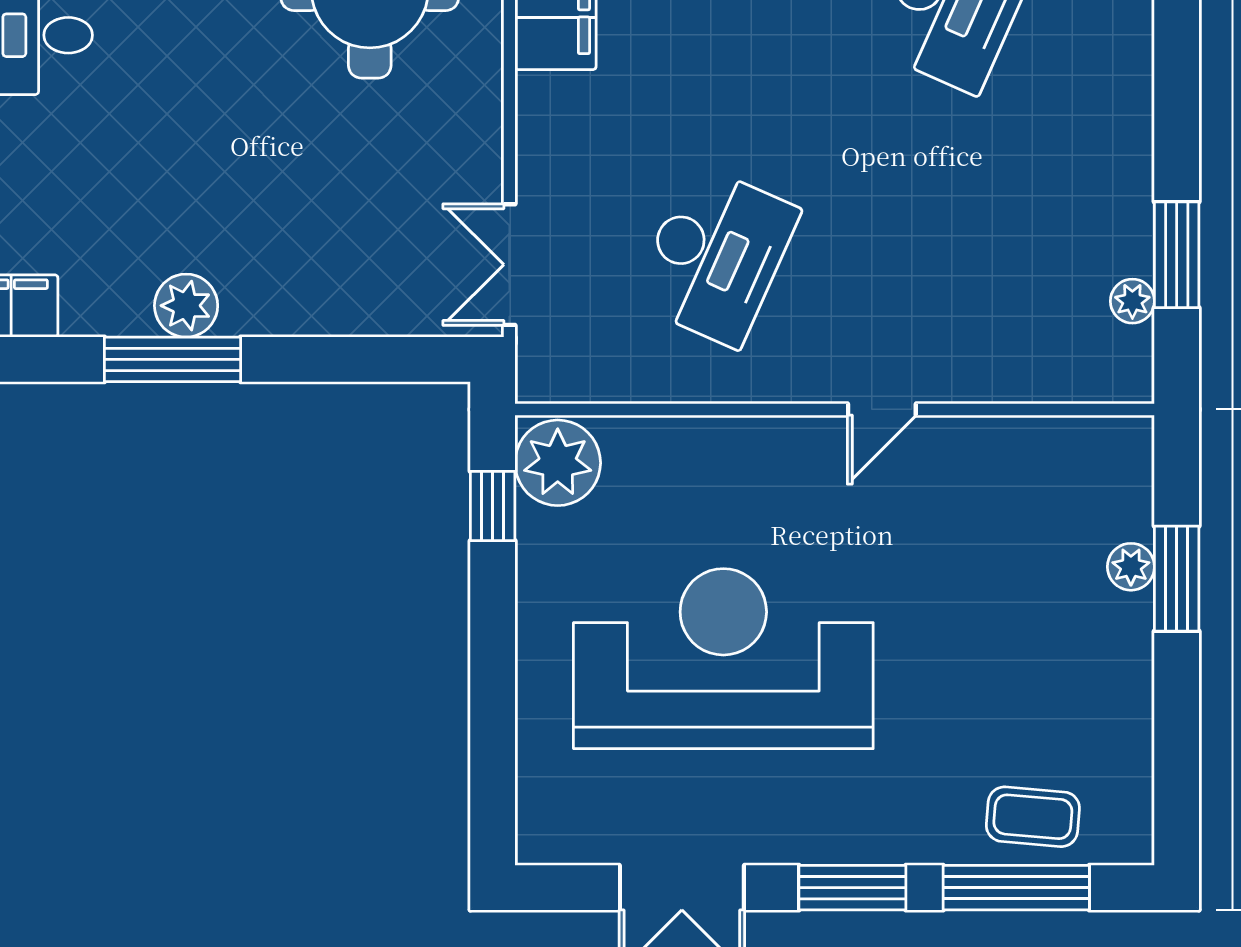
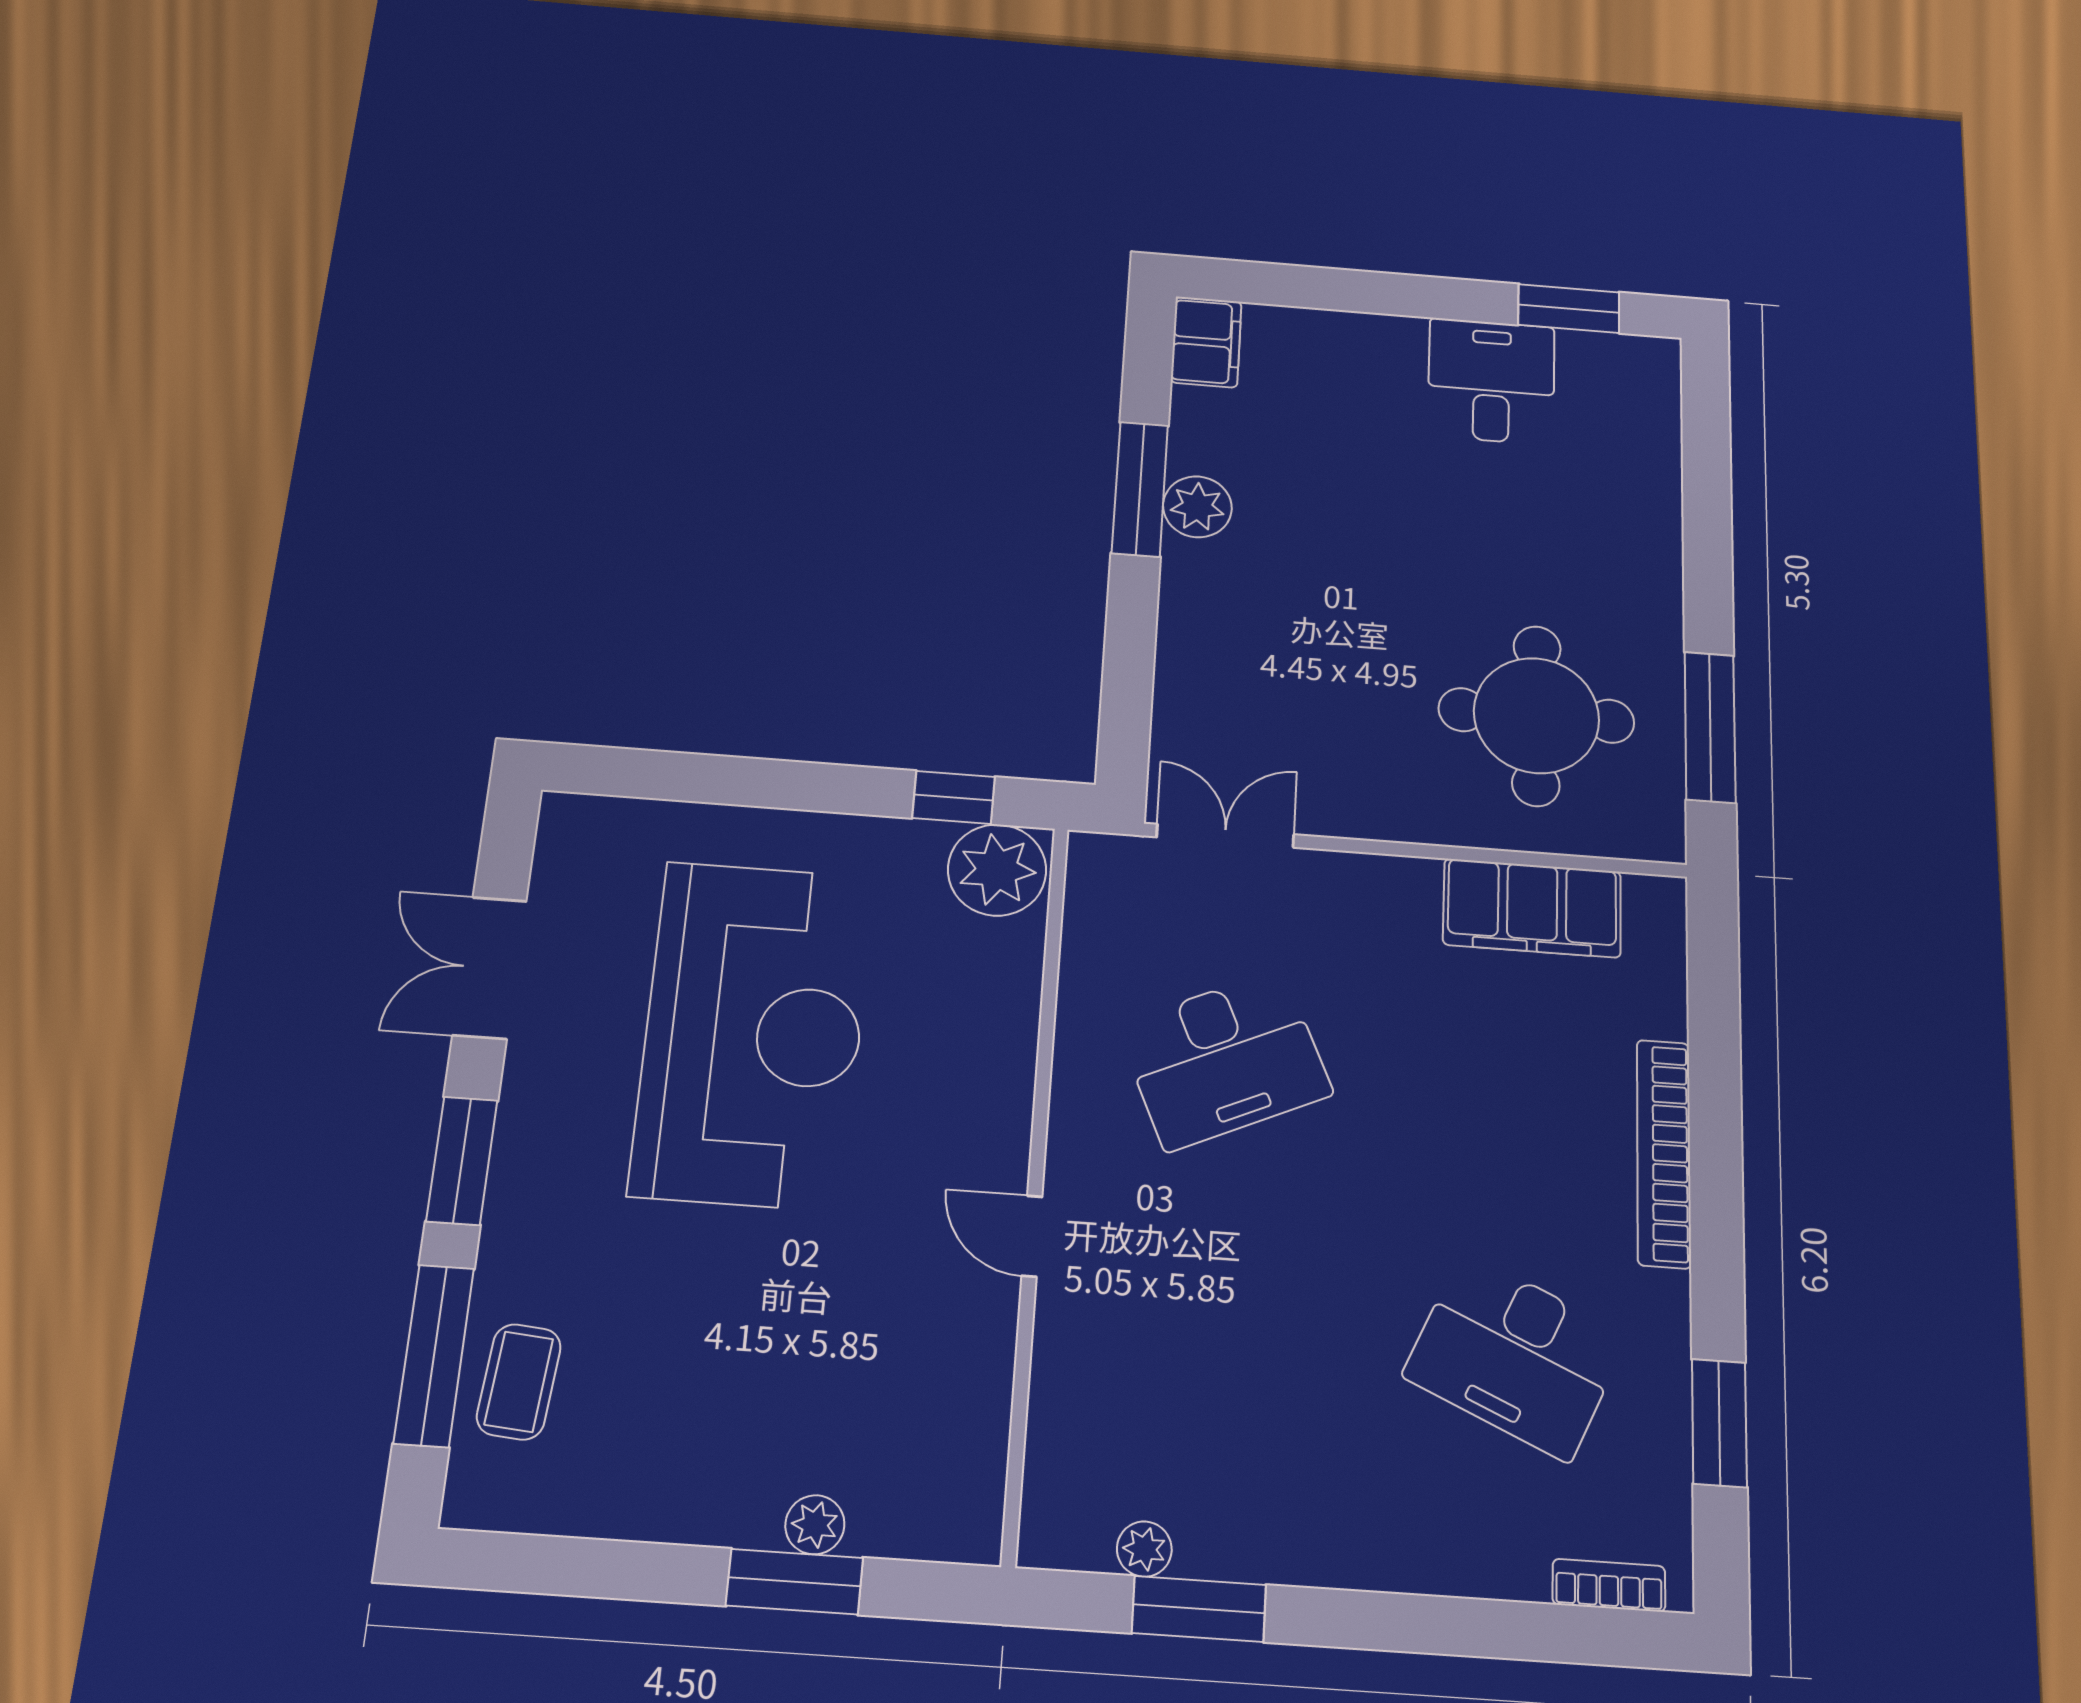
desk: (715, 256) -> (1225, 1060), turned -48

